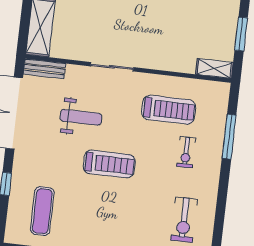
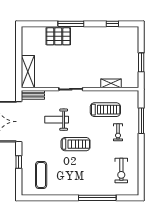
shelving: (214, 68) -> (111, 83), moved
weight bench: (81, 117) -> (57, 120), turned 180

